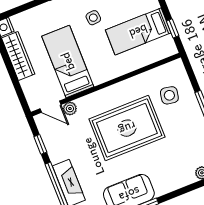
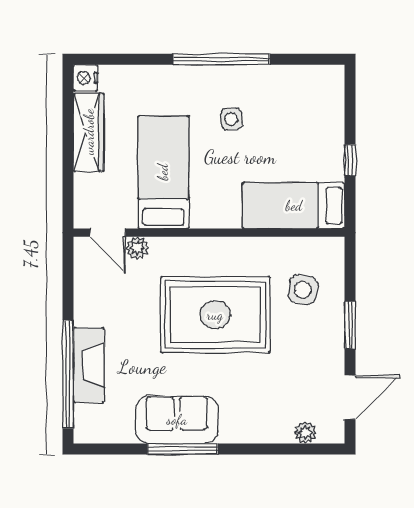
window: (173, 28) -> (350, 160), moved
bed: (138, 31) -> (294, 206), moved
window: (40, 144) -> (68, 286), removed

